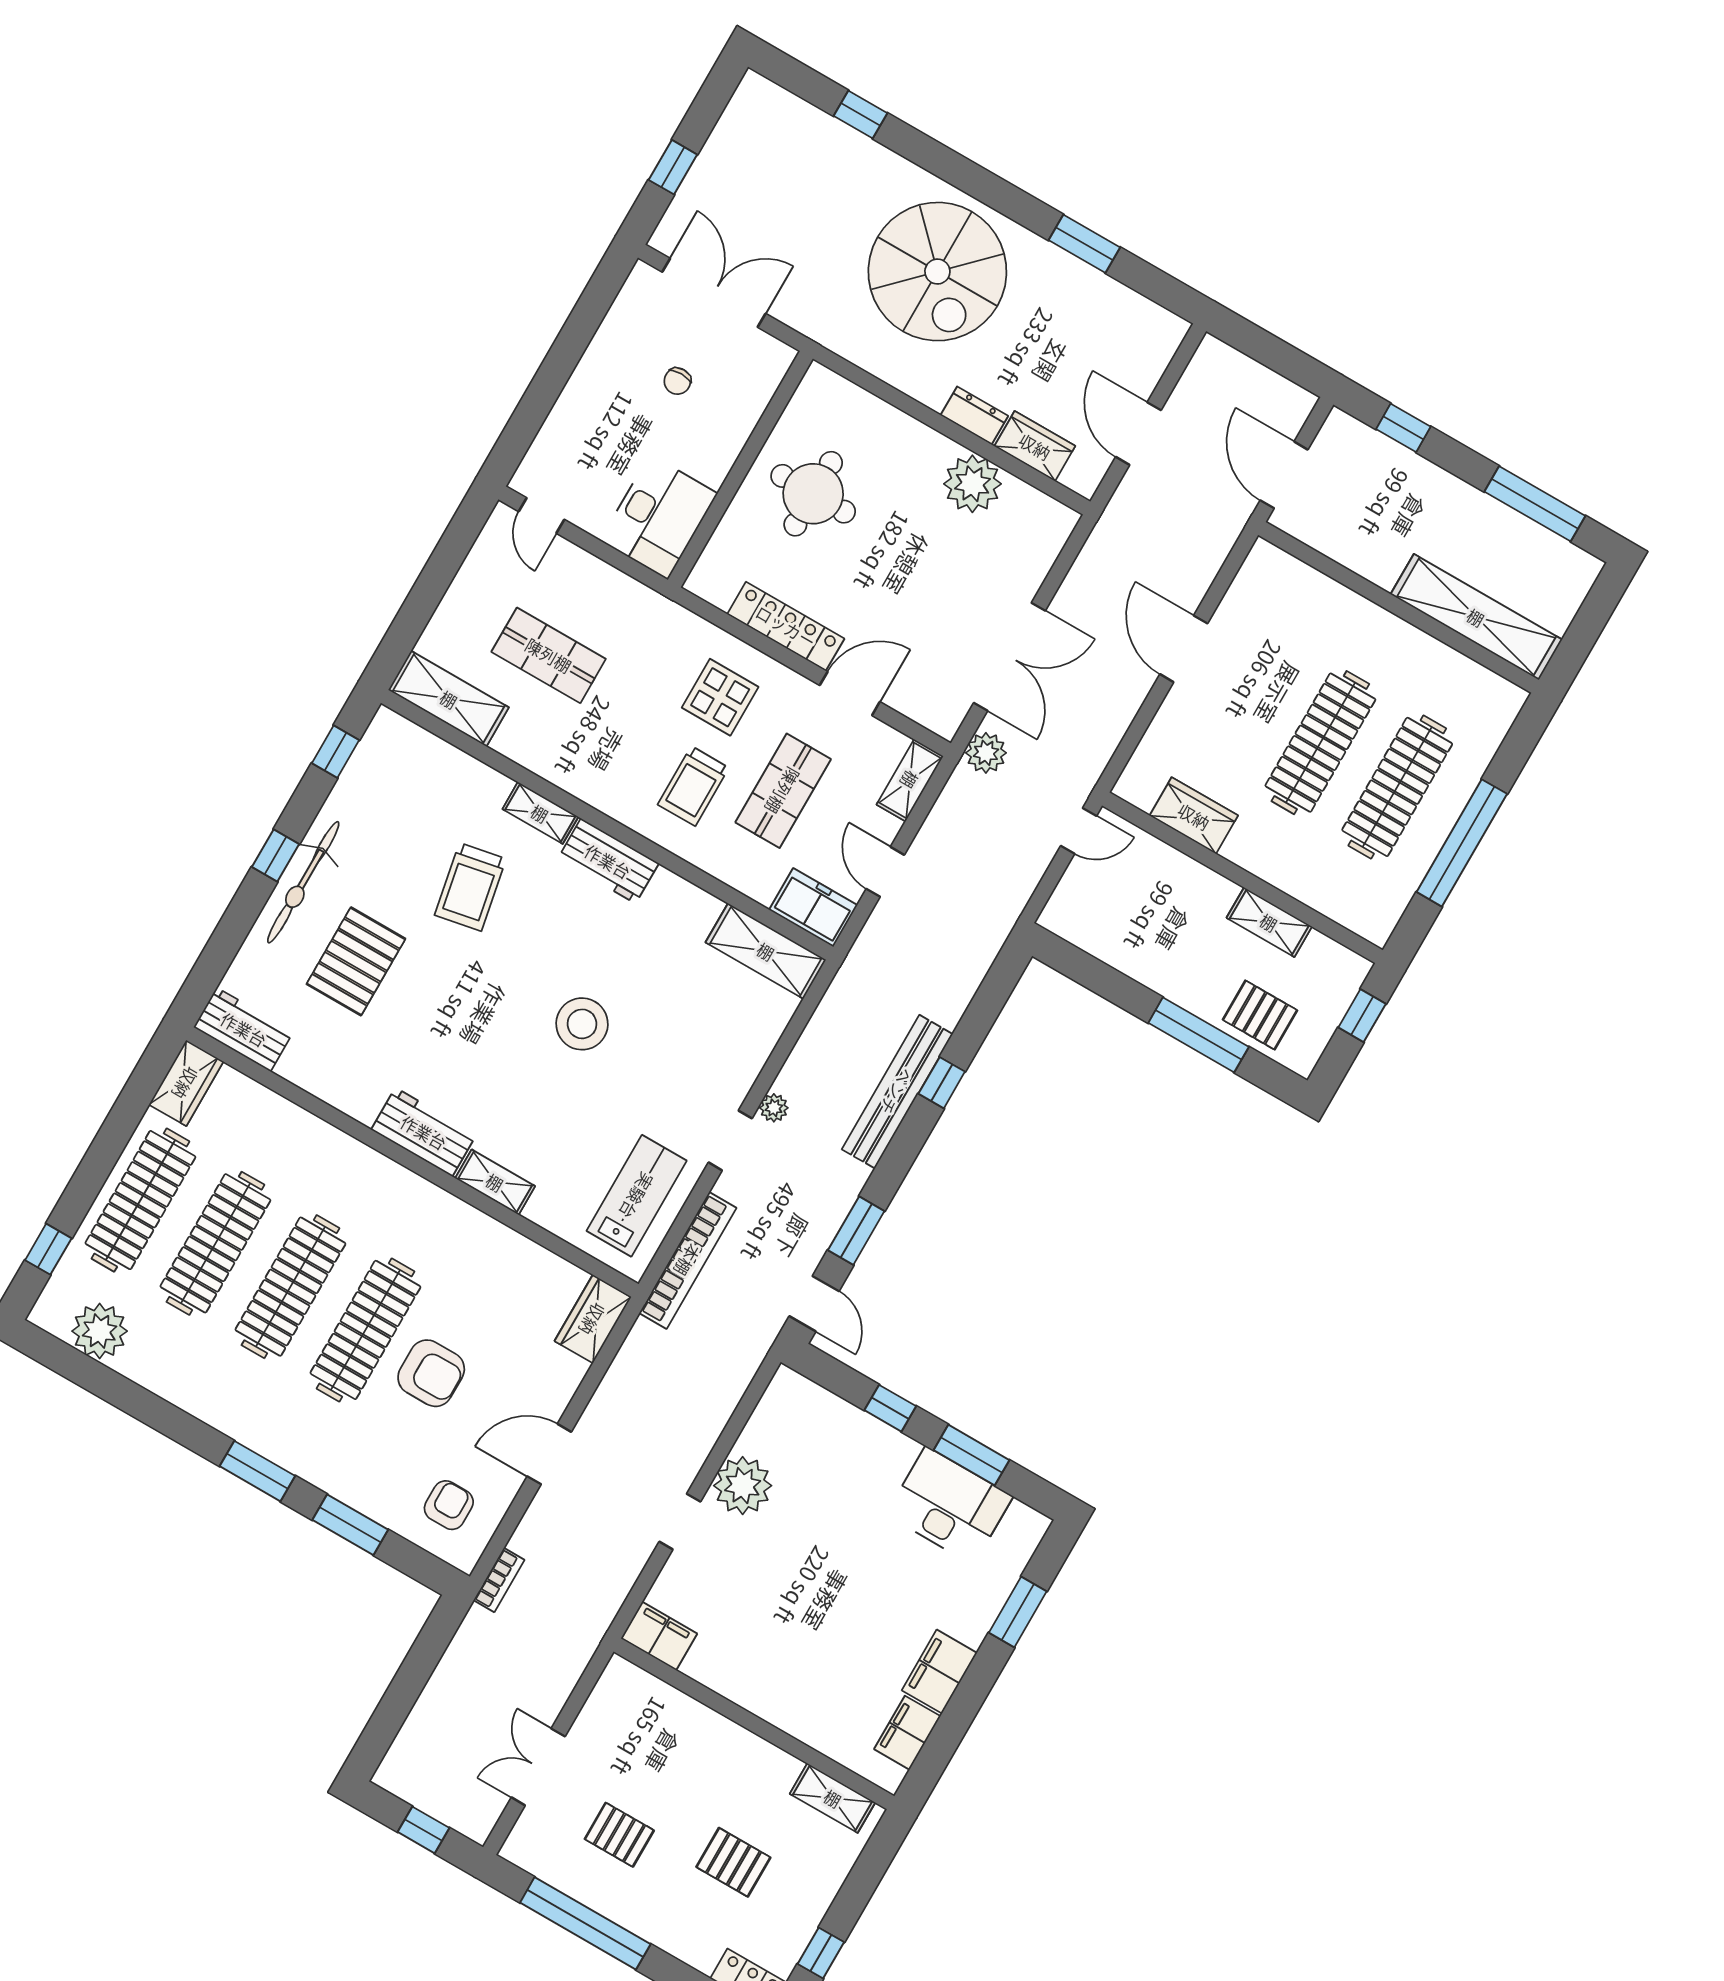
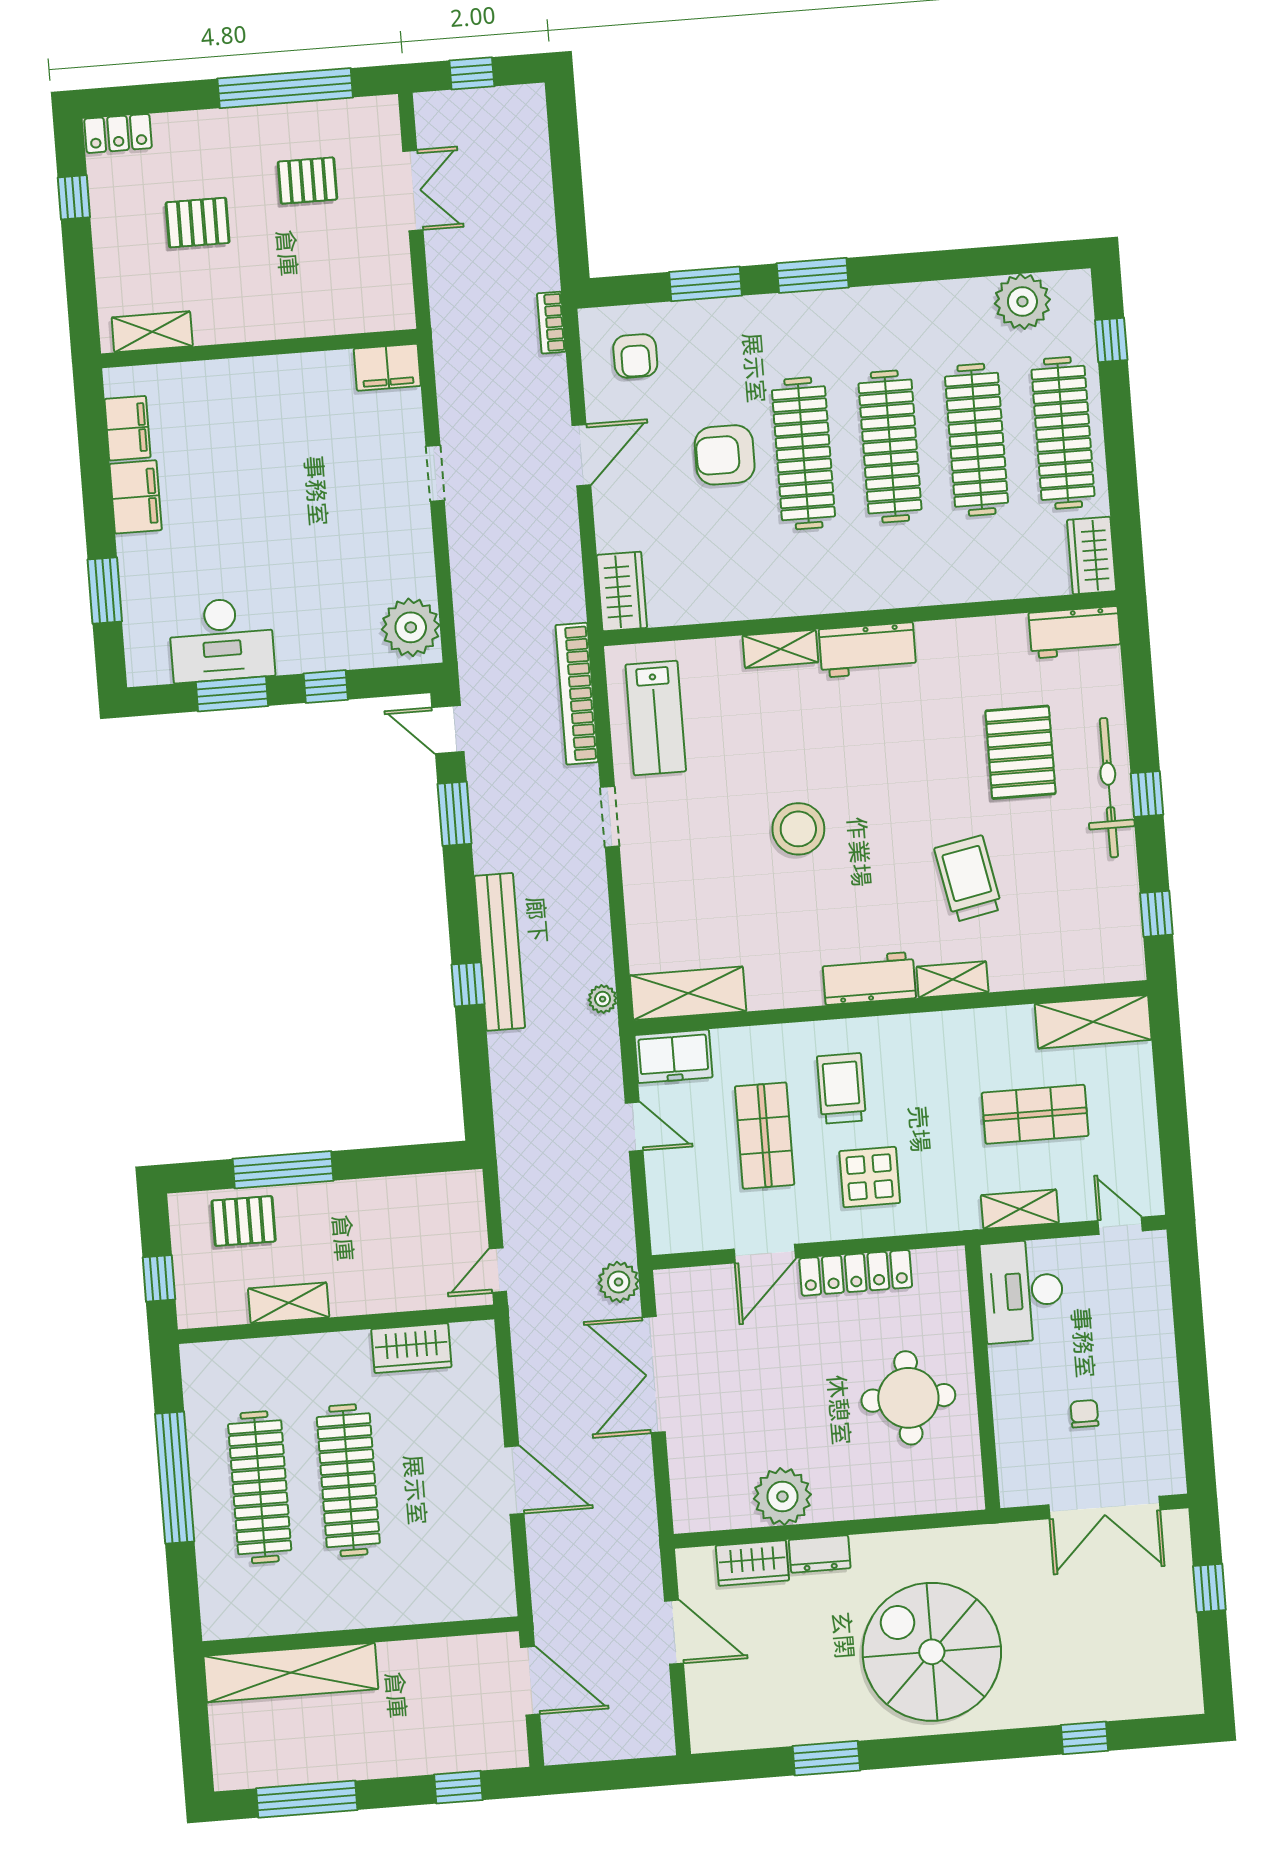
shelving: (910, 780) -> (1020, 1209), moved, turned 90
plant: (774, 1108) -> (603, 999), moved
plant: (743, 1486) -> (411, 627), moved

